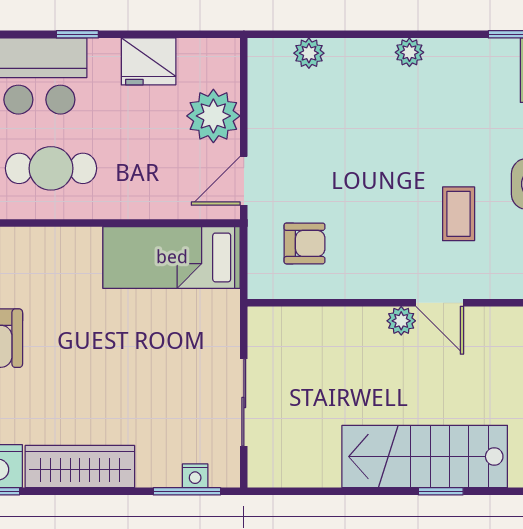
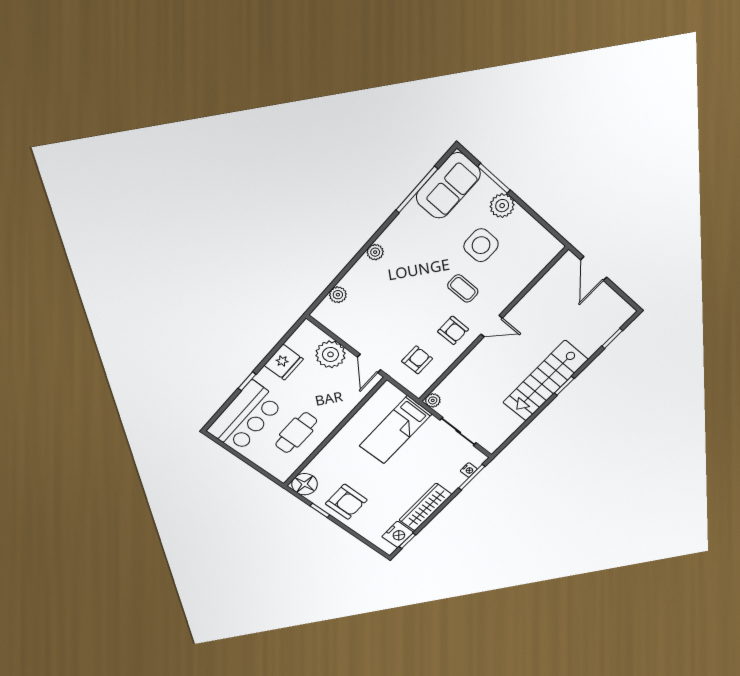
armchair: (389, 255) -> (453, 330), added
bed: (172, 257) -> (395, 430), moved
plant: (401, 321) -> (433, 400), moved

